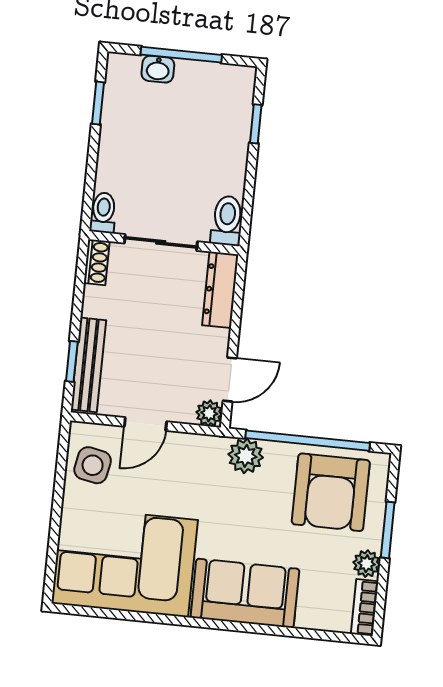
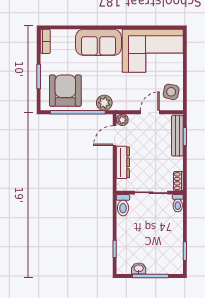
washbasin: (158, 69) -> (139, 269), moved
dresser: (220, 290) -> (123, 162), moved
plant: (367, 564) -> (46, 61), removed

